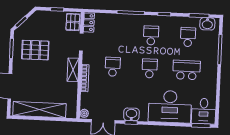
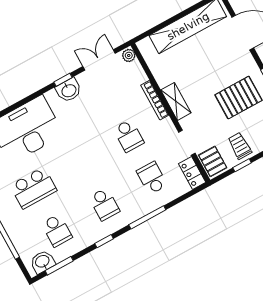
trolley: (52, 22) -> (240, 146), added
school desk: (150, 68) -> (152, 178), moved, turned 180

